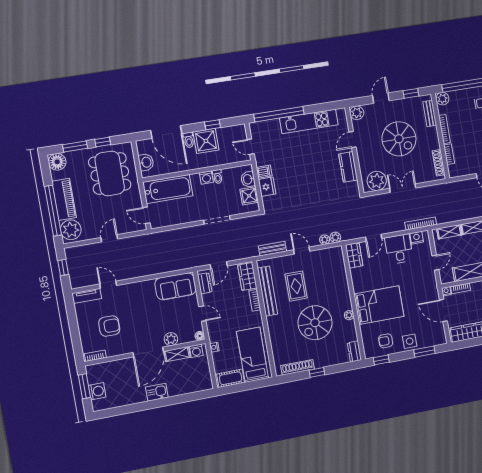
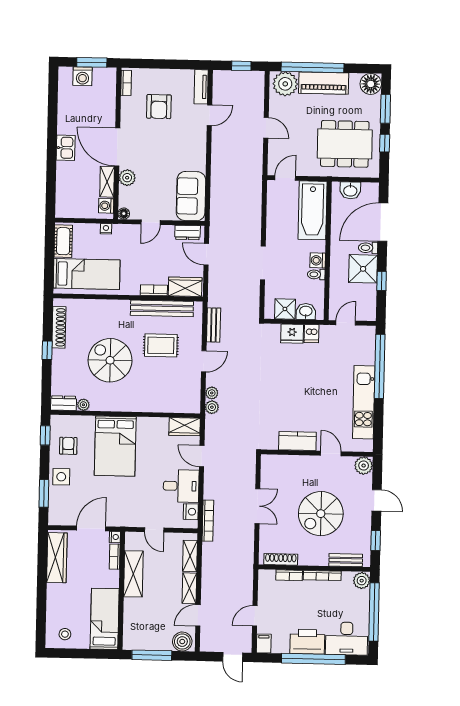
plant: (377, 181) -> (273, 474), removed
plant: (349, 315) -> (83, 405), moved

